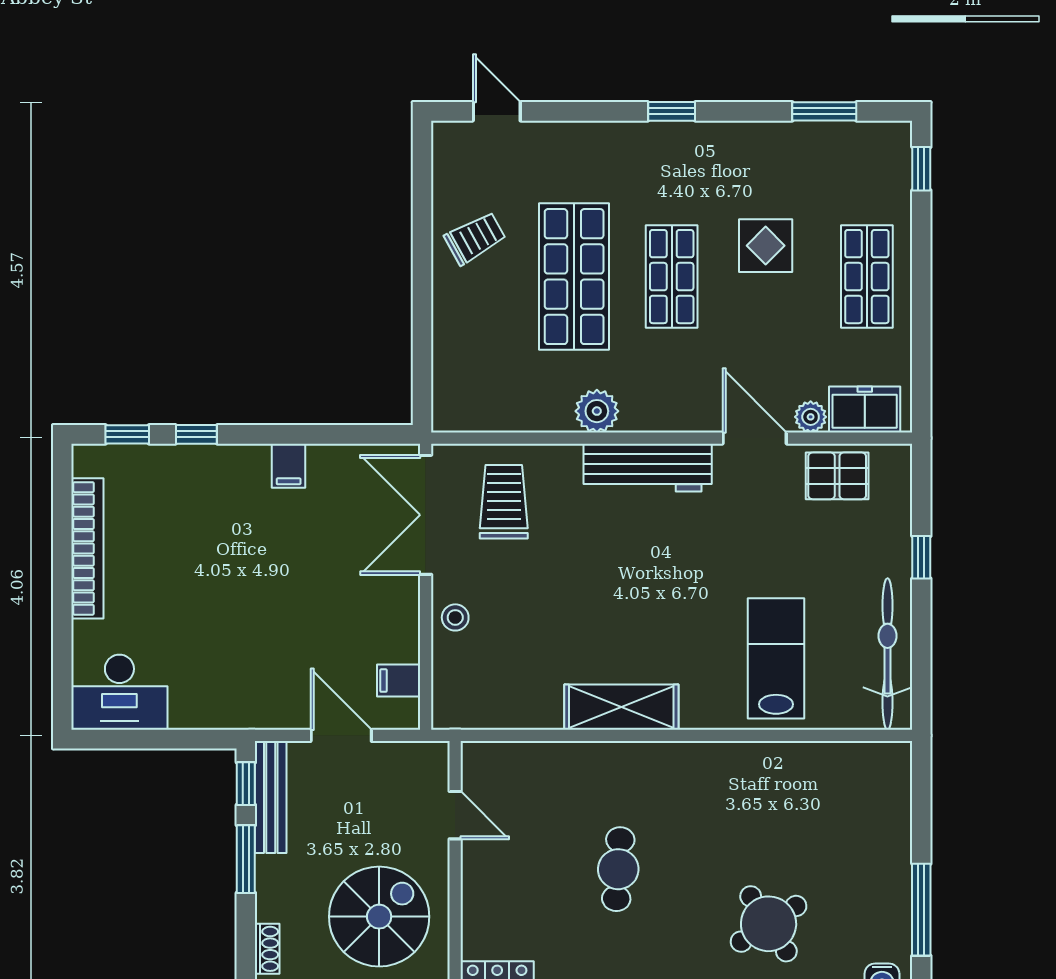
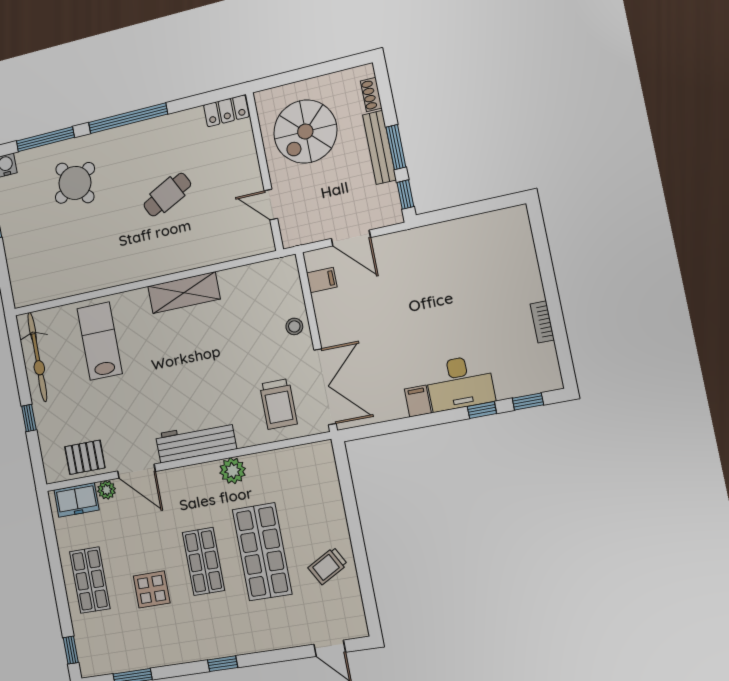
bookcase: (87, 548) -> (542, 322), width x0.43, depth x0.76
lab bench: (776, 658) -> (100, 341), turned 180
desk: (119, 692) -> (460, 383), moved, turned 180
bench: (271, 797) -> (379, 147), moved
cafe table: (618, 869) -> (167, 195), turned 59

